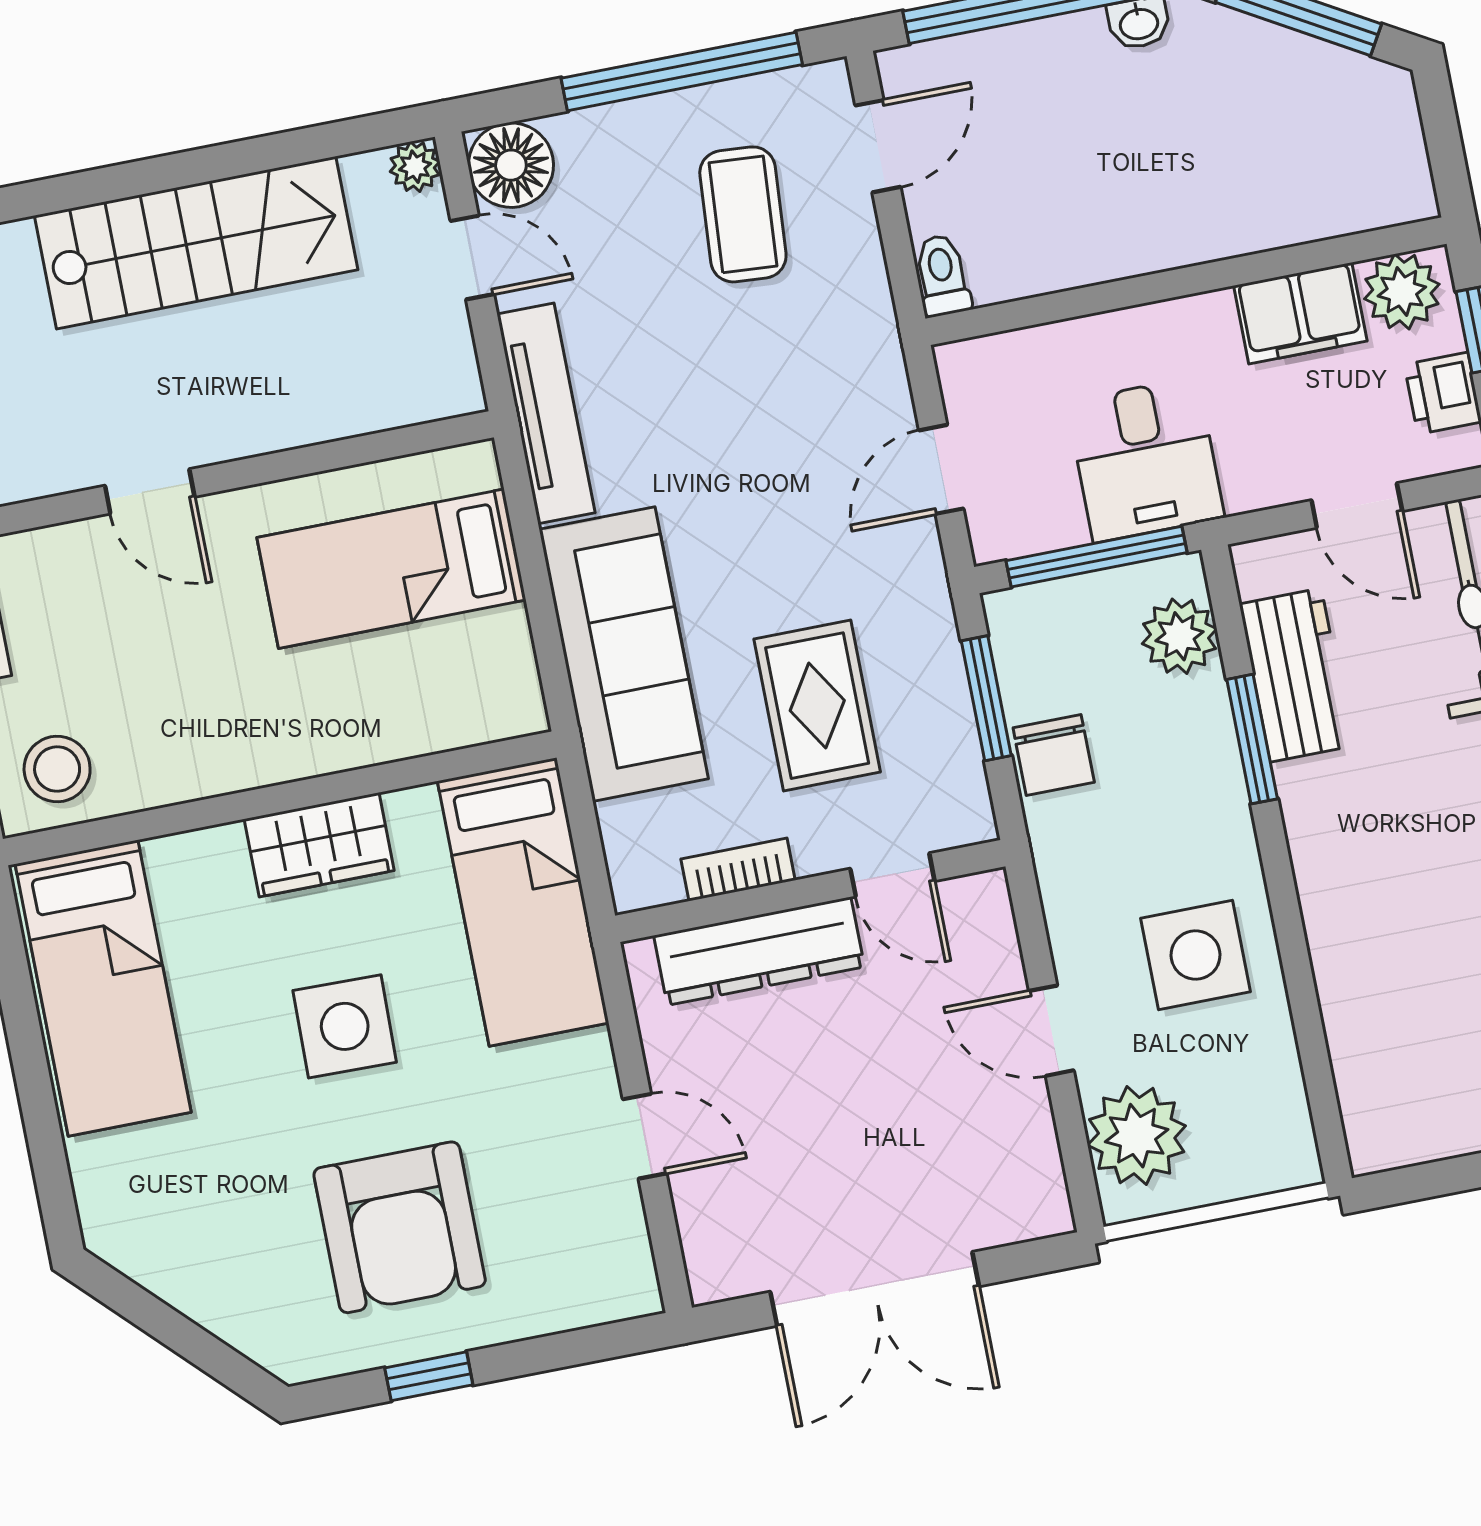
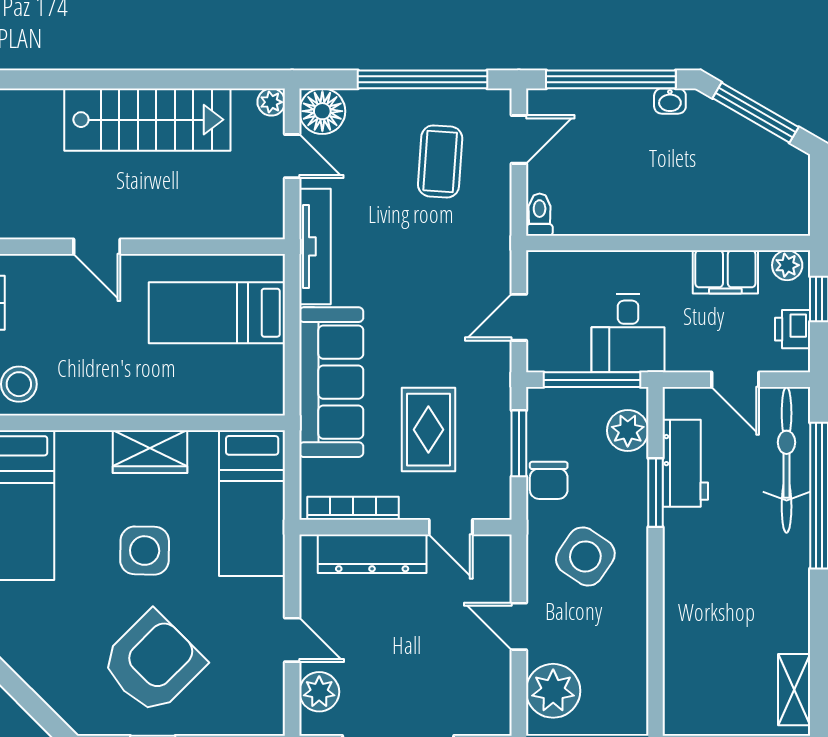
plant: (1402, 292) -> (787, 265), width x0.73, depth x0.73
bookcase: (738, 870) -> (353, 508), width x1.56
side table: (1196, 955) -> (585, 556), moved, turned 34
plant: (712, 1221) -> (319, 692), added
armchair: (400, 1227) -> (153, 663), turned -135

